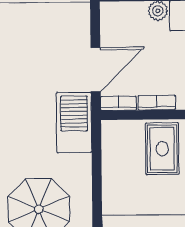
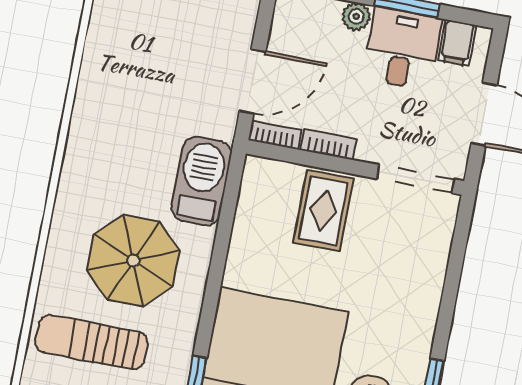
barbecue: (74, 122) -> (201, 181), moved

